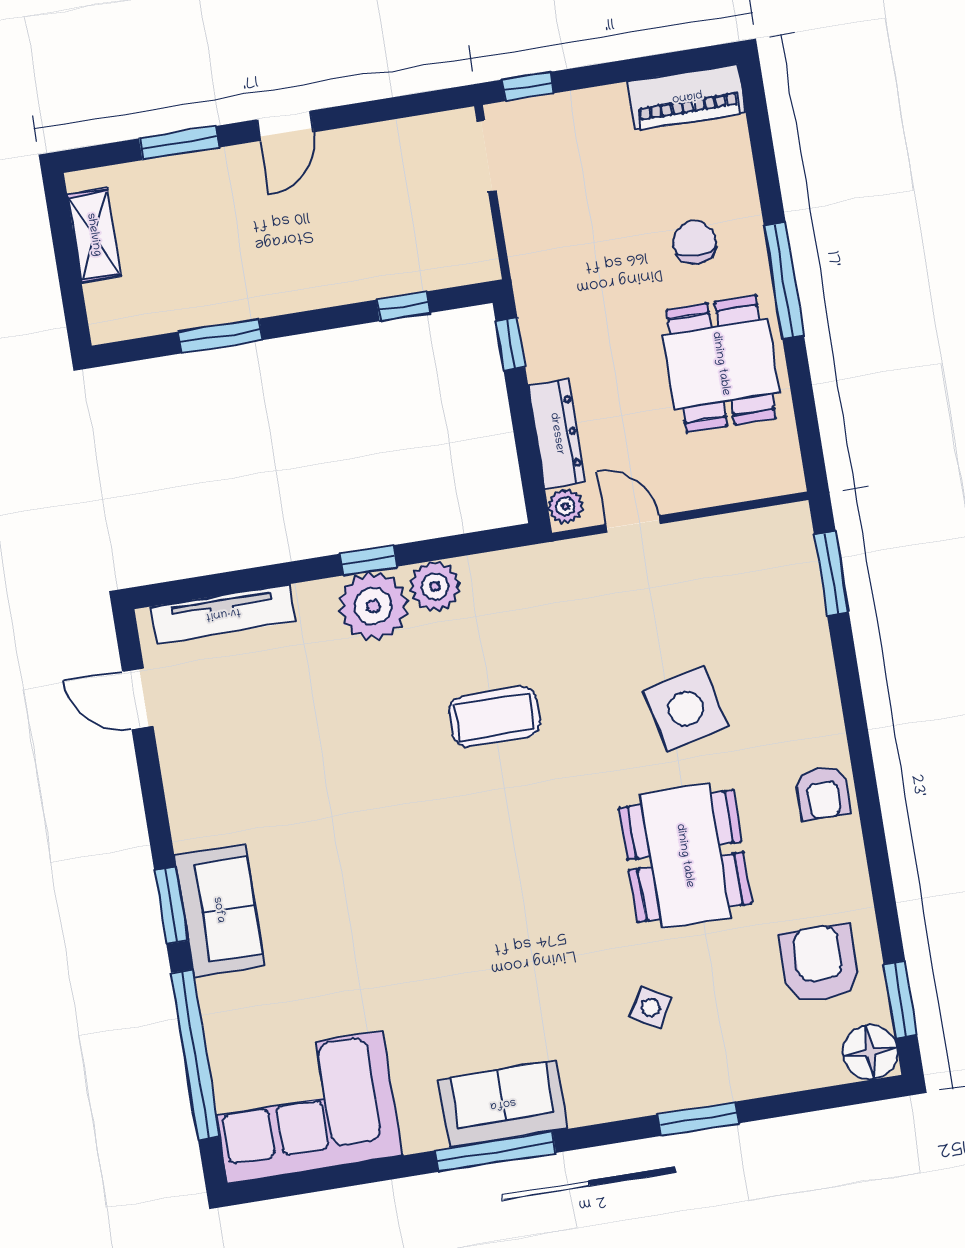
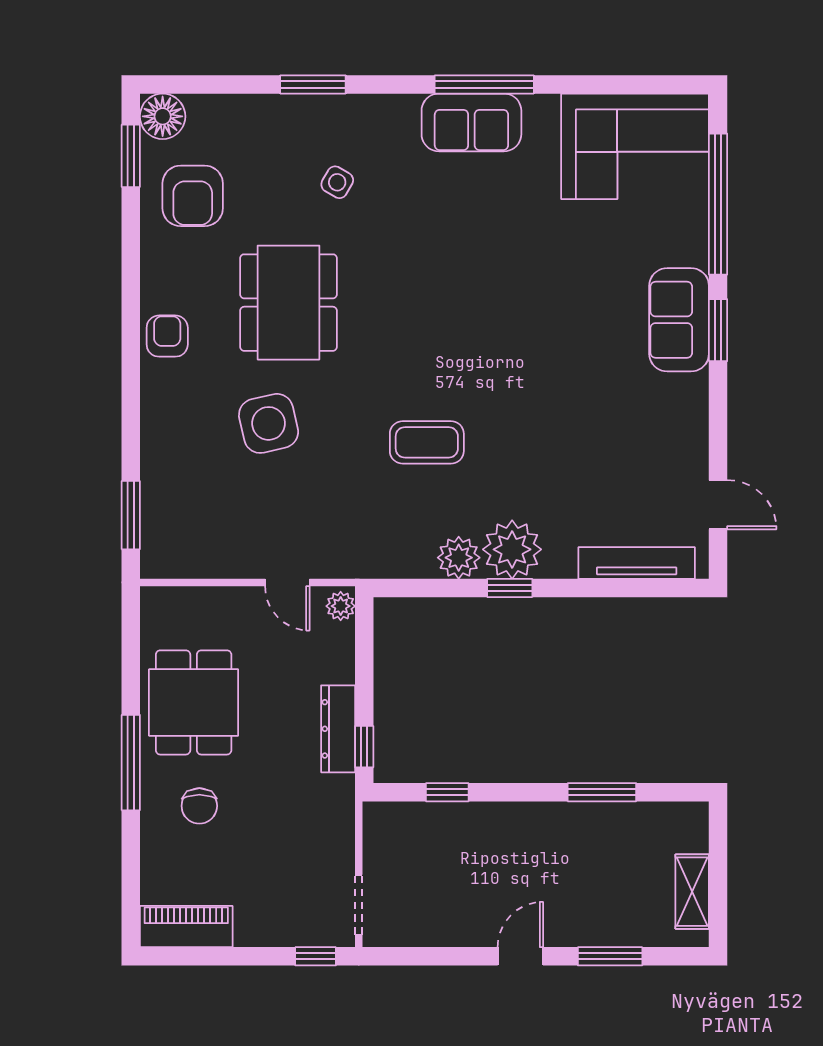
dresser: (557, 434) -> (338, 729), moved

